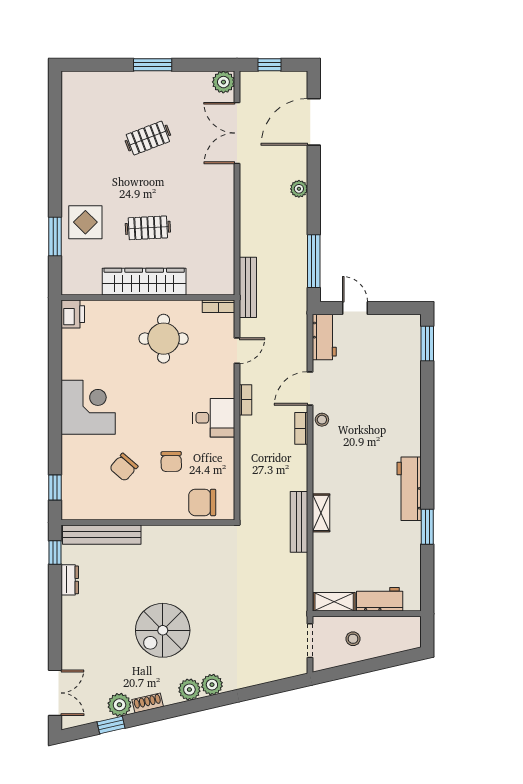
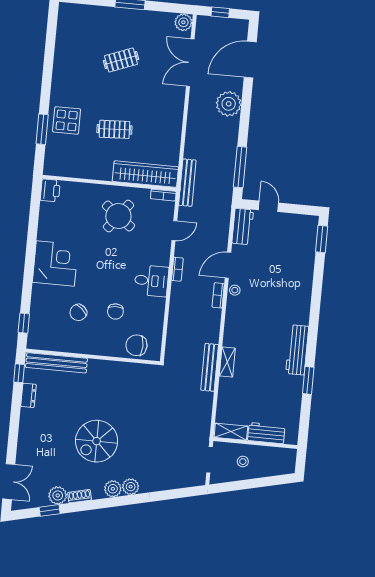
plant: (299, 189) -> (229, 104), width x1.88, depth x1.88
wardrobe: (144, 282) -> (145, 174), moved
round table: (164, 339) -> (118, 216), turned 37

